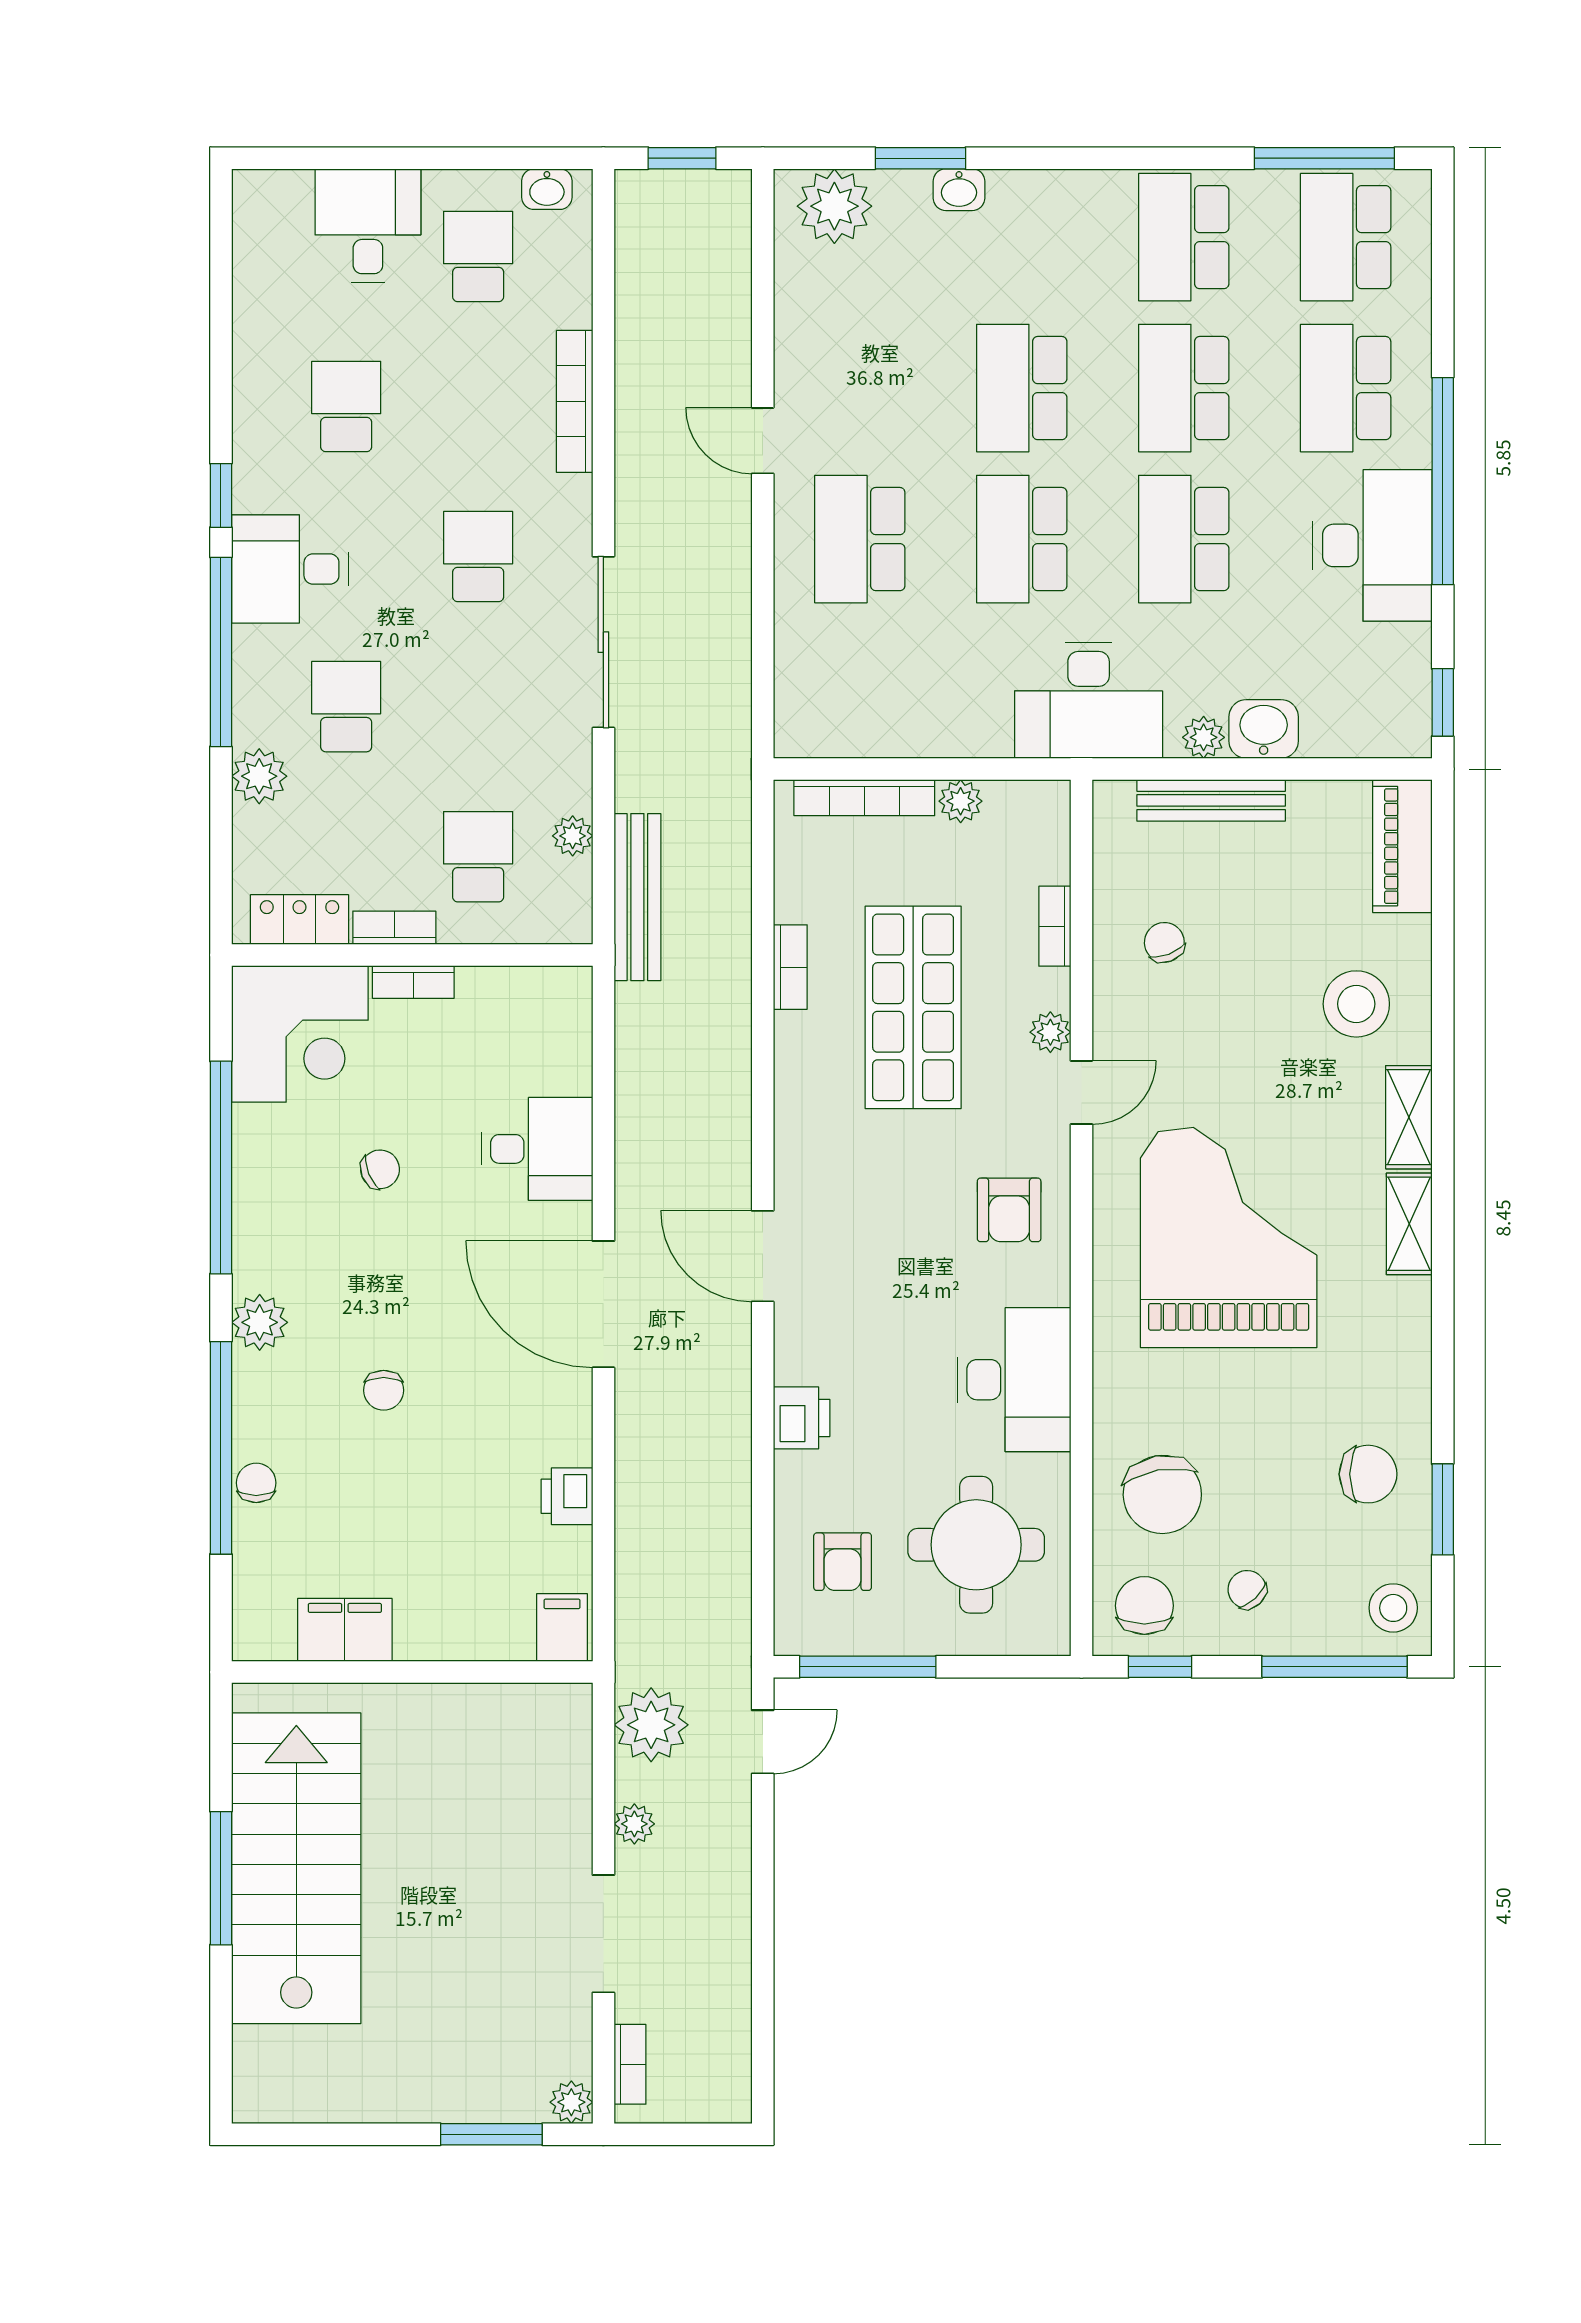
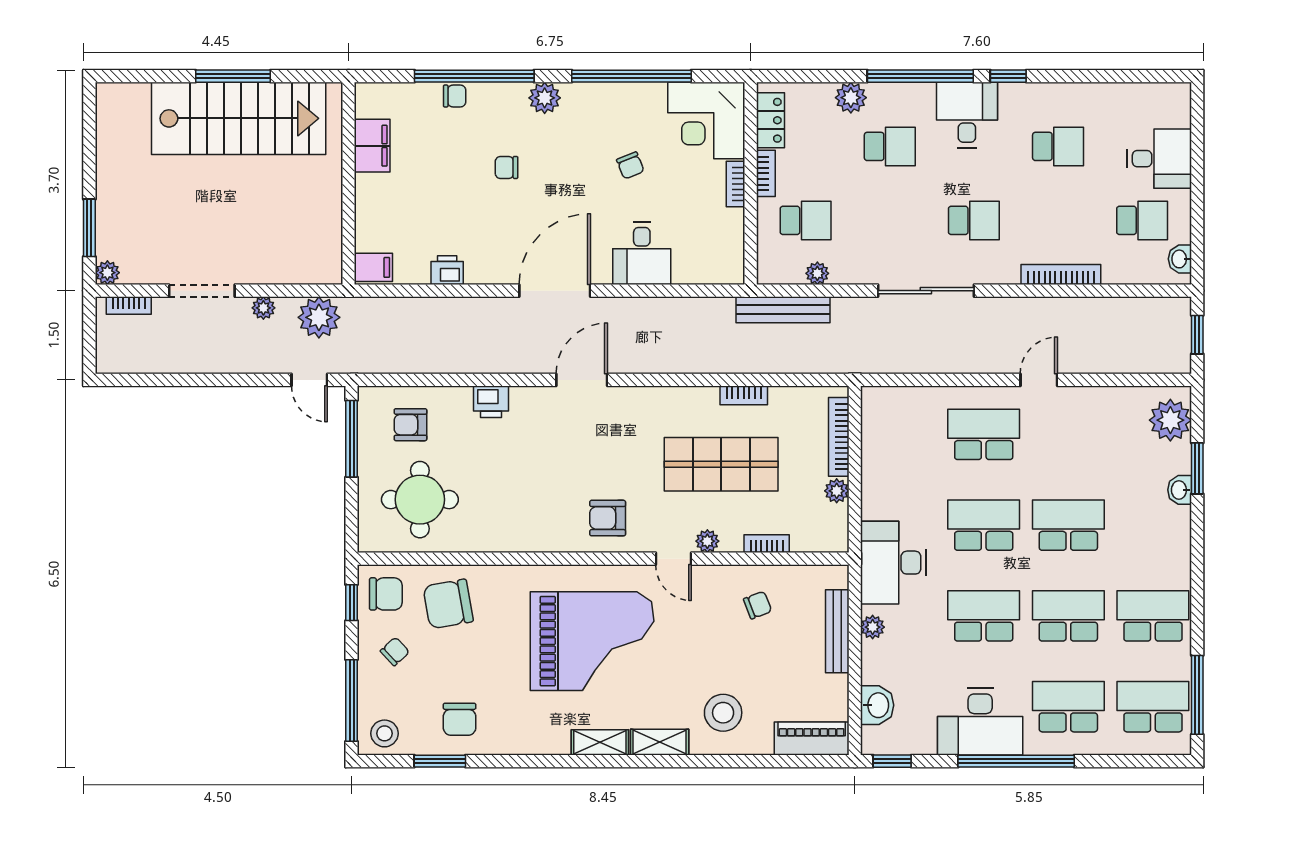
washbasin: (1264, 729) -> (877, 705), moved
desk: (1014, 1380) -> (512, 521), removed

